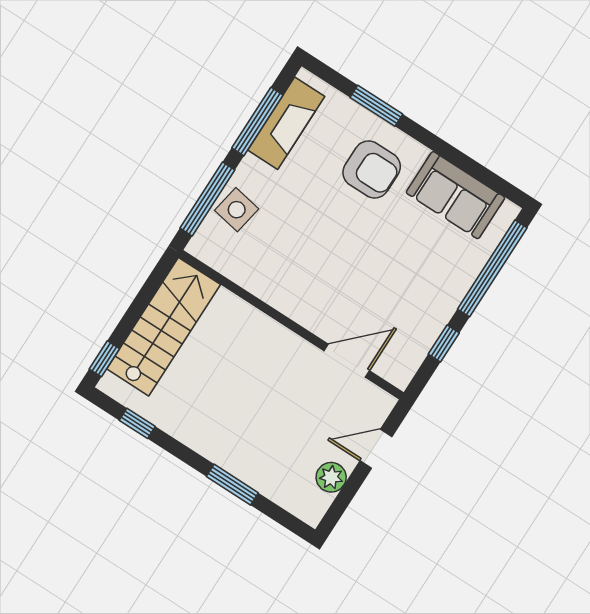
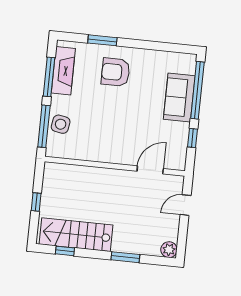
armchair: (372, 169) -> (116, 72), turned 180
sofa: (455, 195) -> (179, 97), moved, turned 90
stairs: (164, 327) -> (76, 235), moved, turned -90
window: (104, 359) -> (36, 202), moved
plant: (331, 477) -> (169, 250), moved

